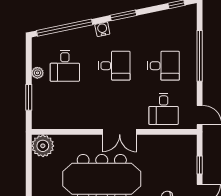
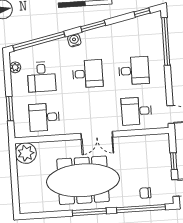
window: (200, 56) -> (166, 41), moved
plant: (37, 73) -> (15, 67), moved
desk: (65, 109) -> (44, 117), added
desk: (164, 109) -> (136, 111), turned 90

